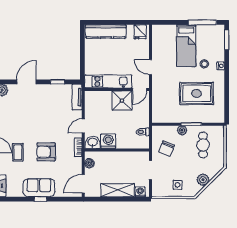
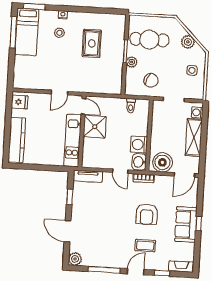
bed: (186, 46) -> (27, 32), moved, turned 90
rug: (197, 93) -> (92, 43), width x0.73, depth x0.70
cafe table: (203, 145) -> (149, 40), width x1.37, depth x1.35
boiler: (89, 163) -> (162, 162), width x1.86, depth x1.86
door: (83, 184) -> (184, 175), hinge flipped

